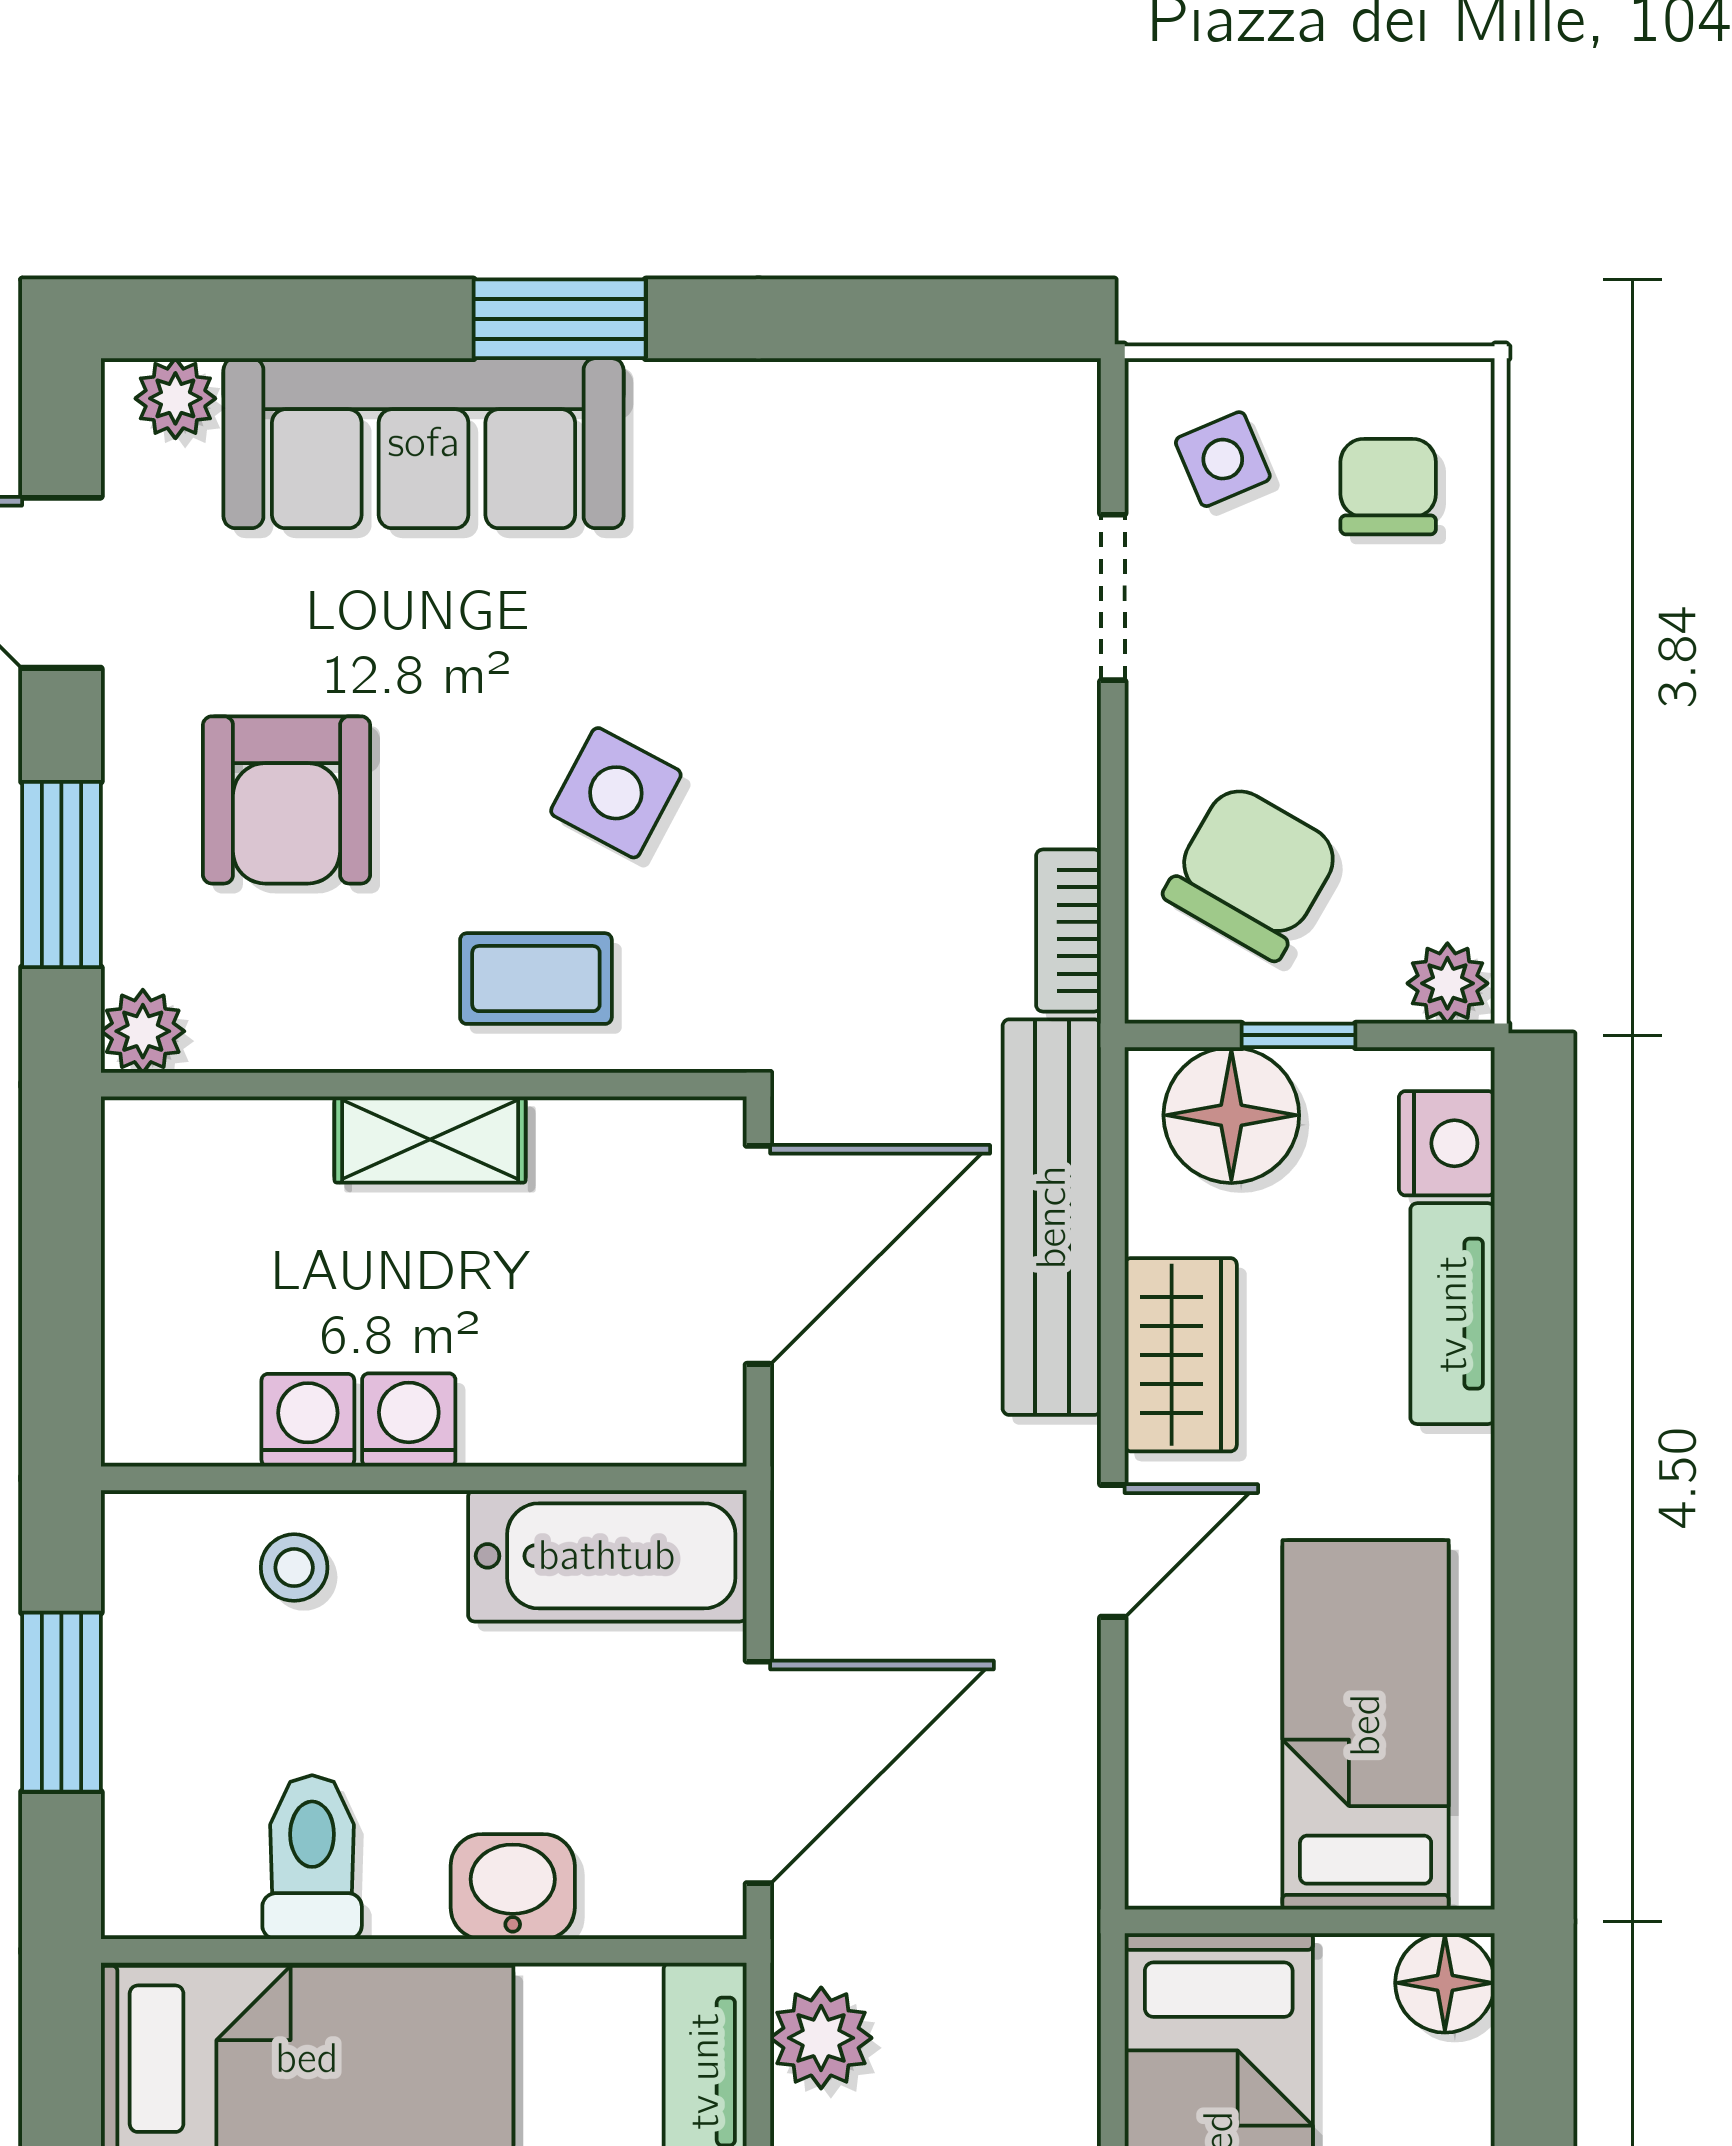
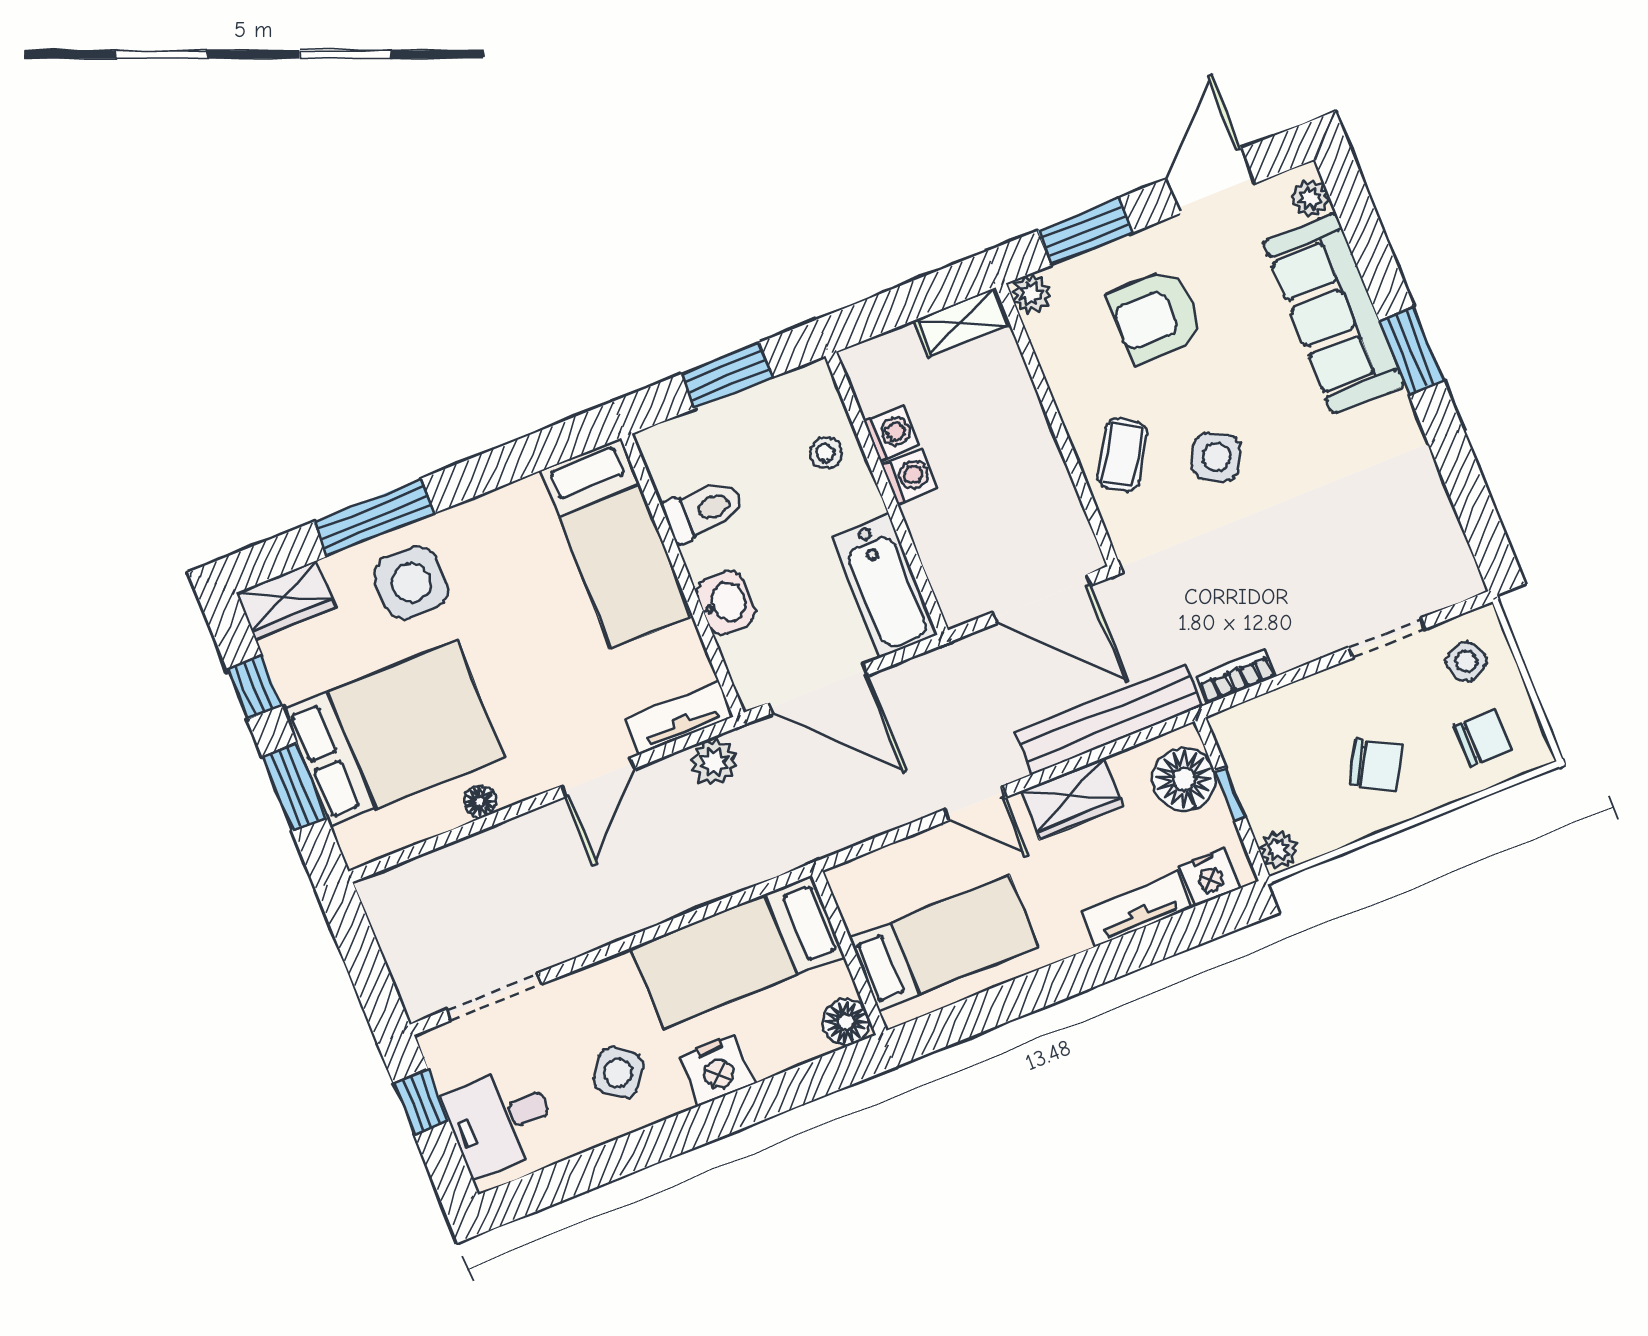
chair: (1252, 872) -> (1376, 765), moved, width x0.73, depth x0.73
coffee table: (536, 979) -> (1122, 455), turned 32
shelving: (430, 1140) -> (962, 323), moved, turned 90

